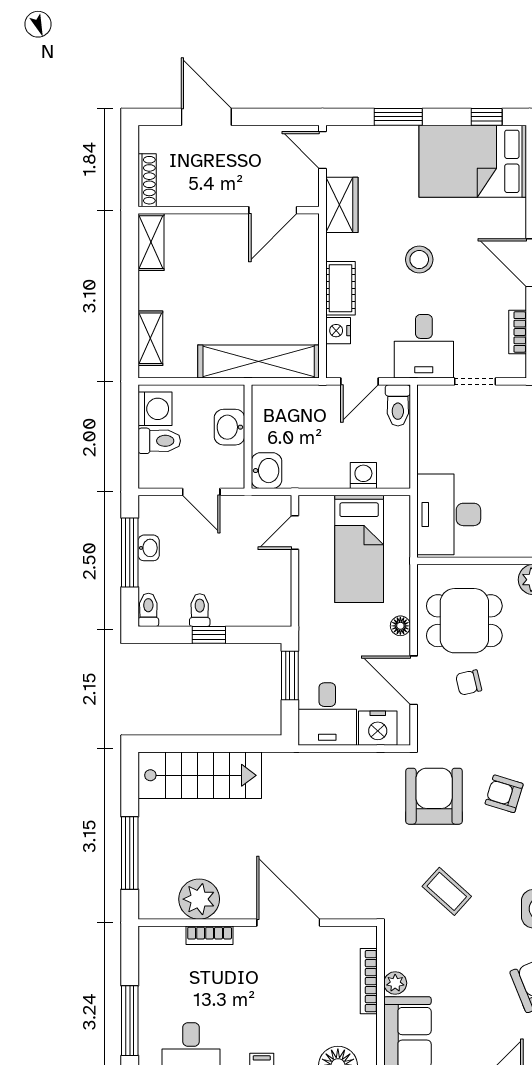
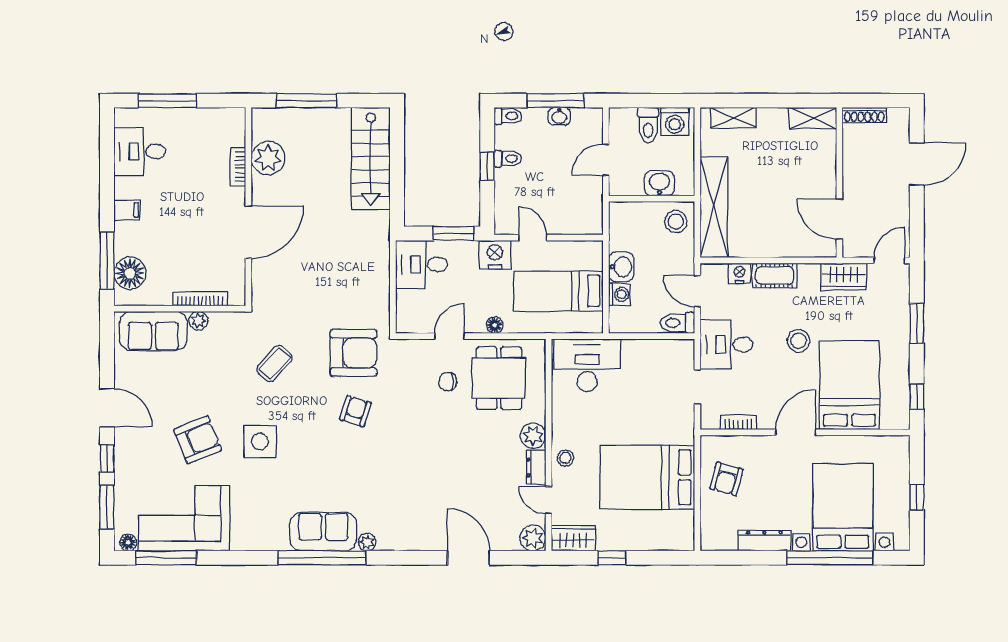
bed: (473, 161) -> (850, 385), moved
stool: (276, 407) -> (676, 222), added
washbasin: (267, 471) -> (621, 267), moved, turned -90
door: (295, 533) -> (533, 238), moved
door: (414, 680) -> (449, 336), width x0.73
chair: (469, 682) -> (448, 382), turned -77
nightstand: (378, 728) -> (495, 255), moved, turned 90

